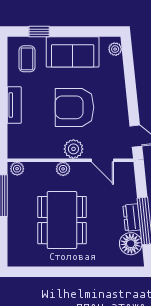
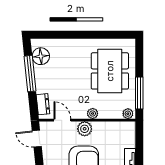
dresser: (132, 218) -> (43, 104), moved
dining table: (62, 220) -> (110, 71), moved

